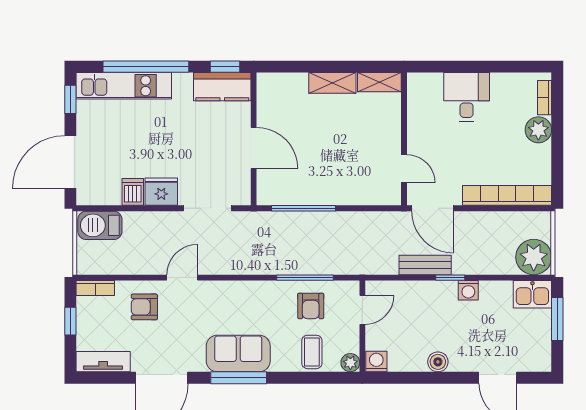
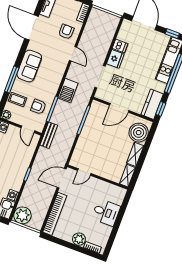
boiler: (287, 92) -> (139, 133), added
barbecue: (100, 225) -> (68, 91), moved, turned 180
bench: (425, 265) -> (49, 135), moved
washing machine: (468, 290) -> (13, 195), moved
window: (239, 378) -> (12, 79), moved

